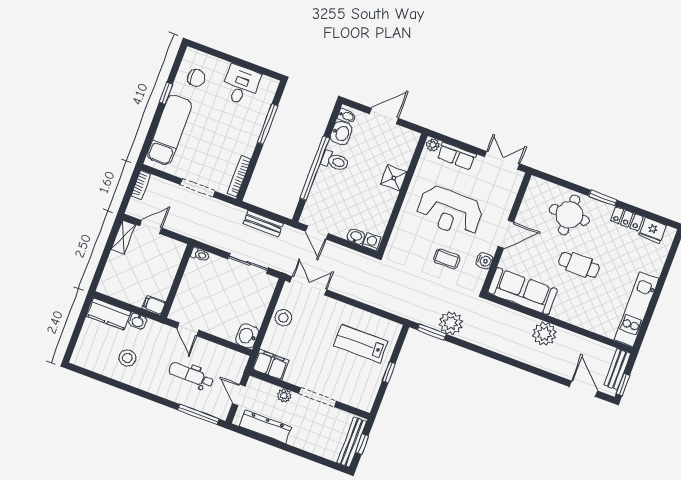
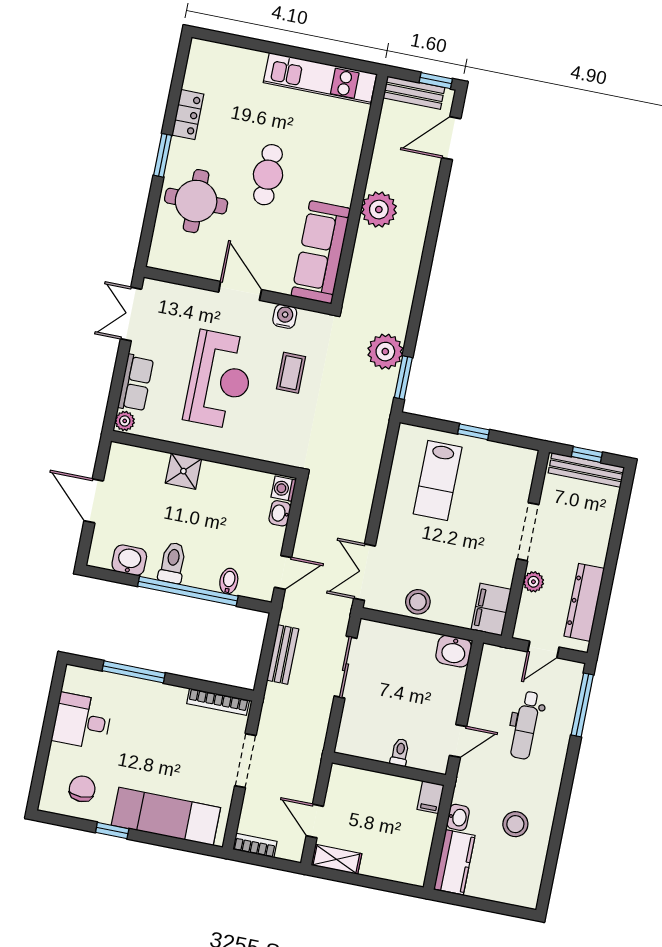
bidet: (347, 116) -> (229, 581), moved
fridge: (652, 230) -> (199, 74), removed
toilet: (200, 255) -> (400, 752), moved

